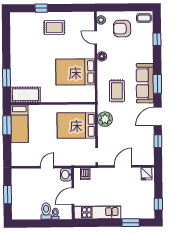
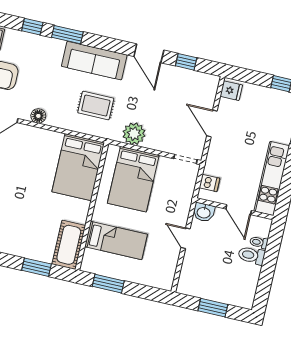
bed: (75, 72) -> (78, 167), moved
window: (157, 84) -> (67, 35), moved
bed: (19, 124) -> (116, 240), moved

